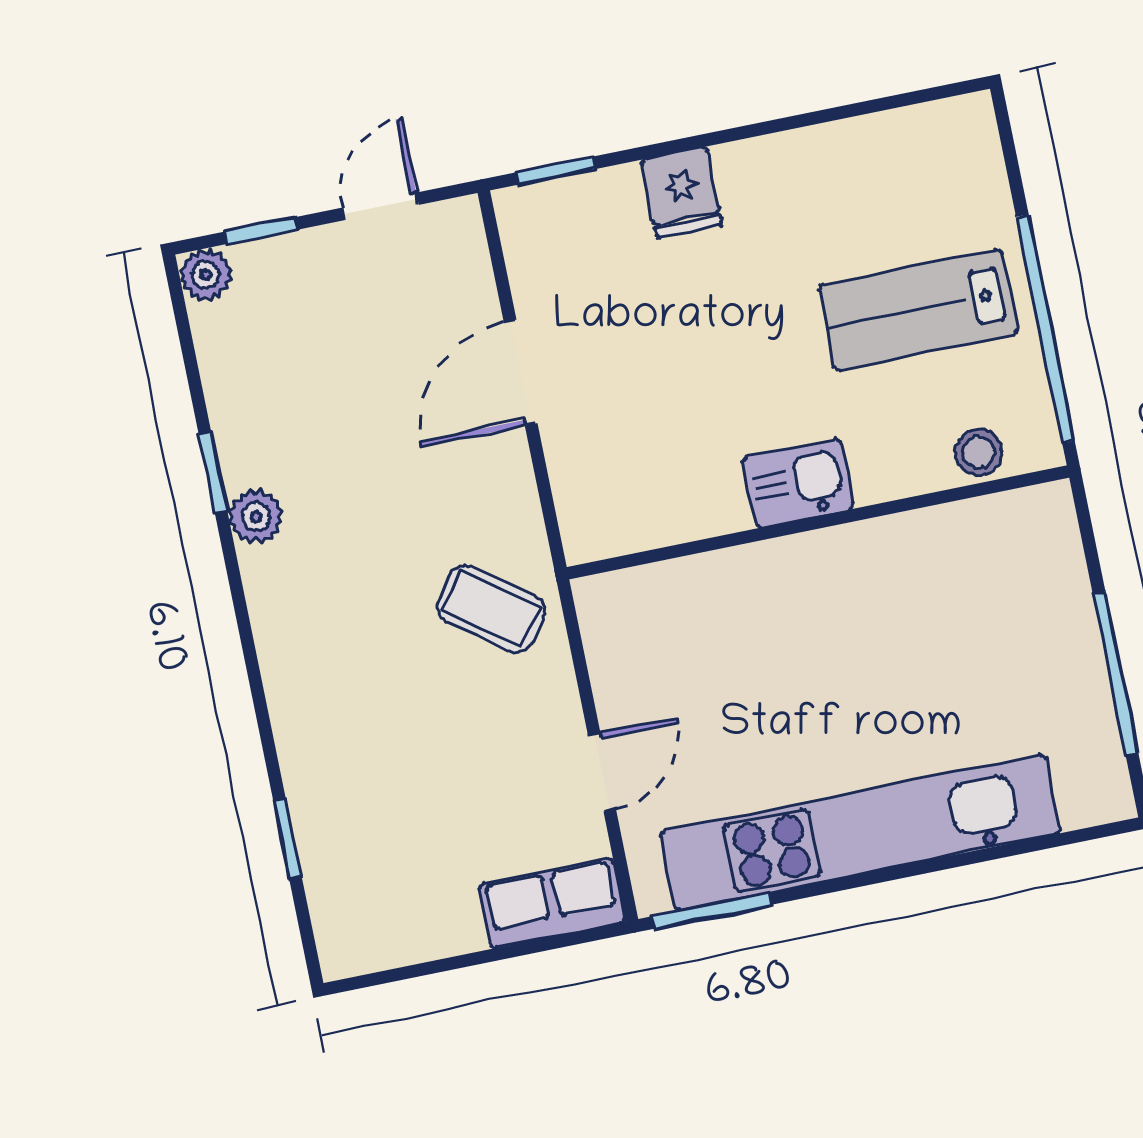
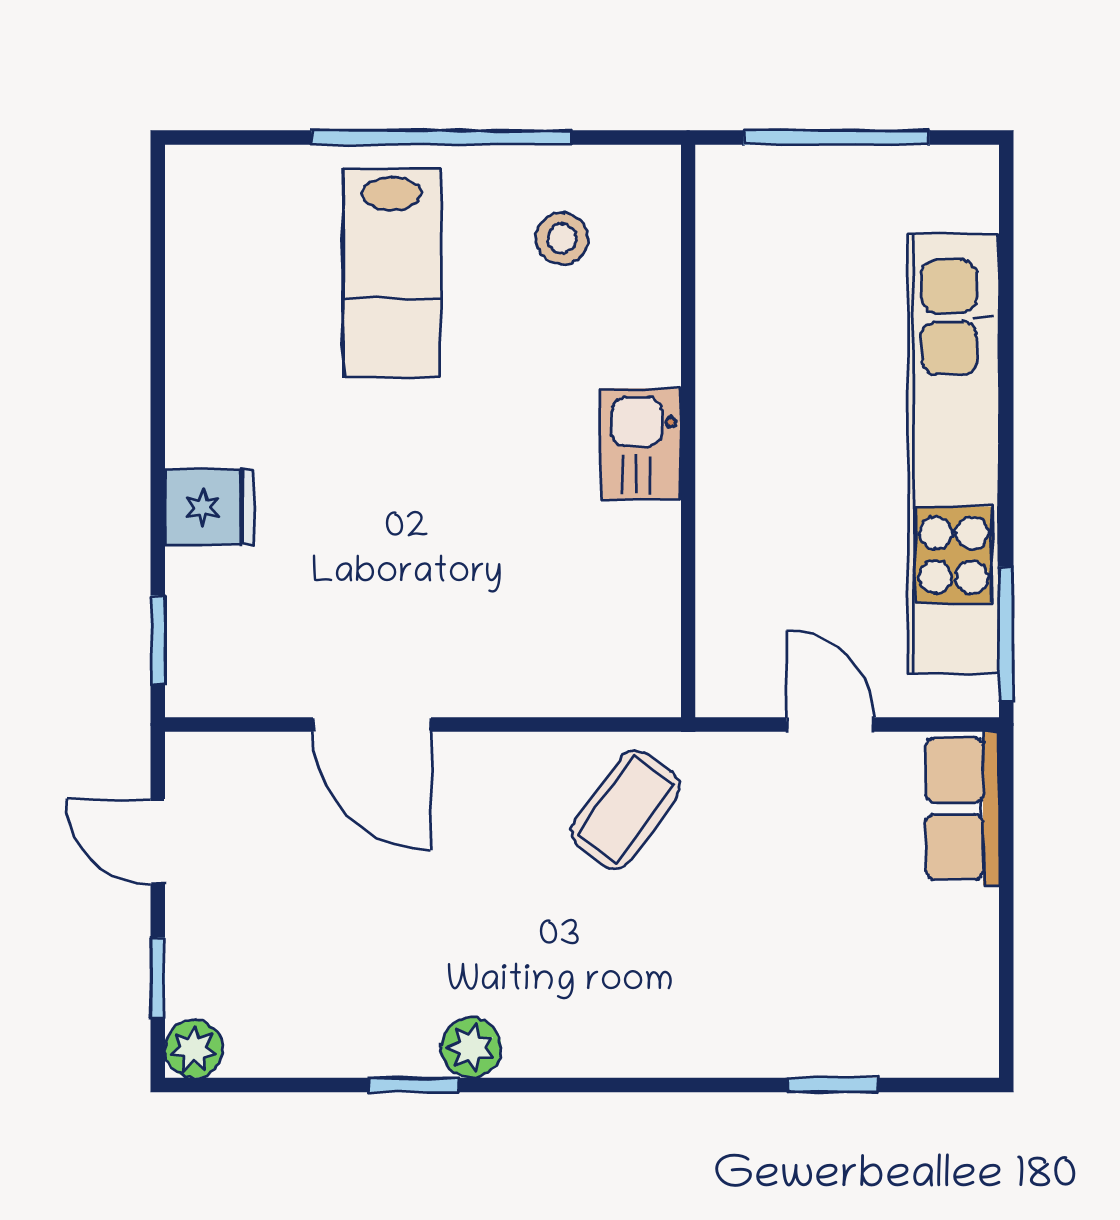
kitchen sink: (798, 483) -> (641, 444), moved
wall: (818, 522) -> (688, 431), moved

